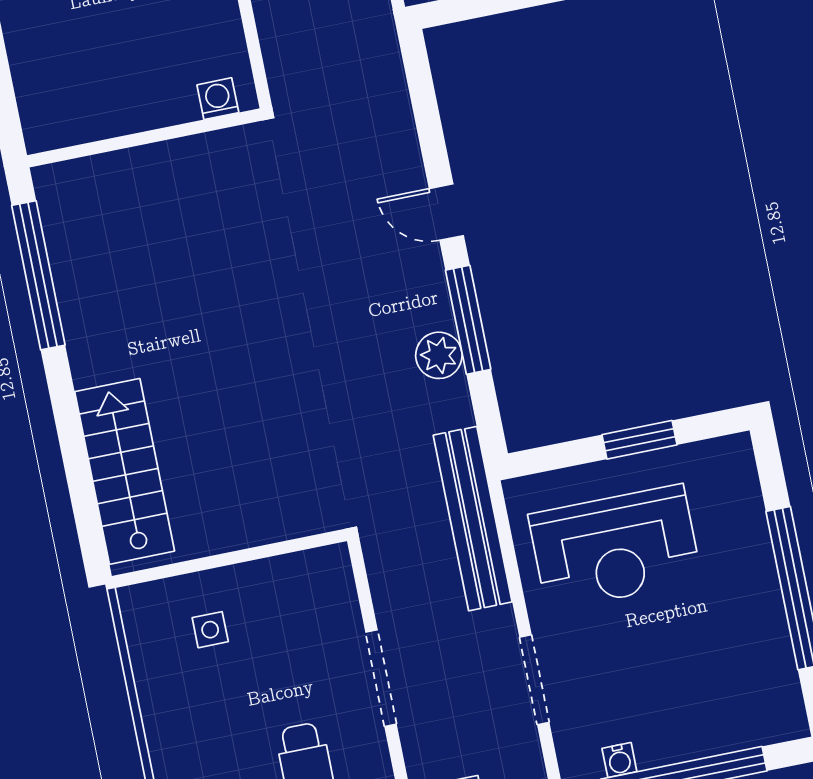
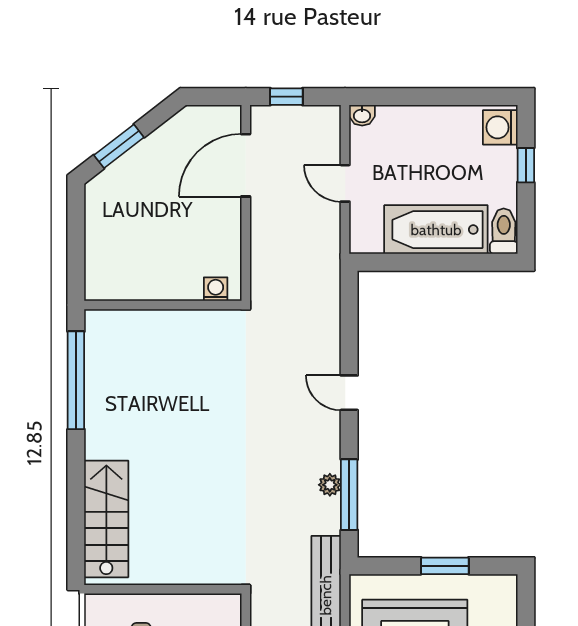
window: (468, 320) -> (349, 495), moved
plant: (439, 355) -> (330, 485), width x0.73, depth x0.73

